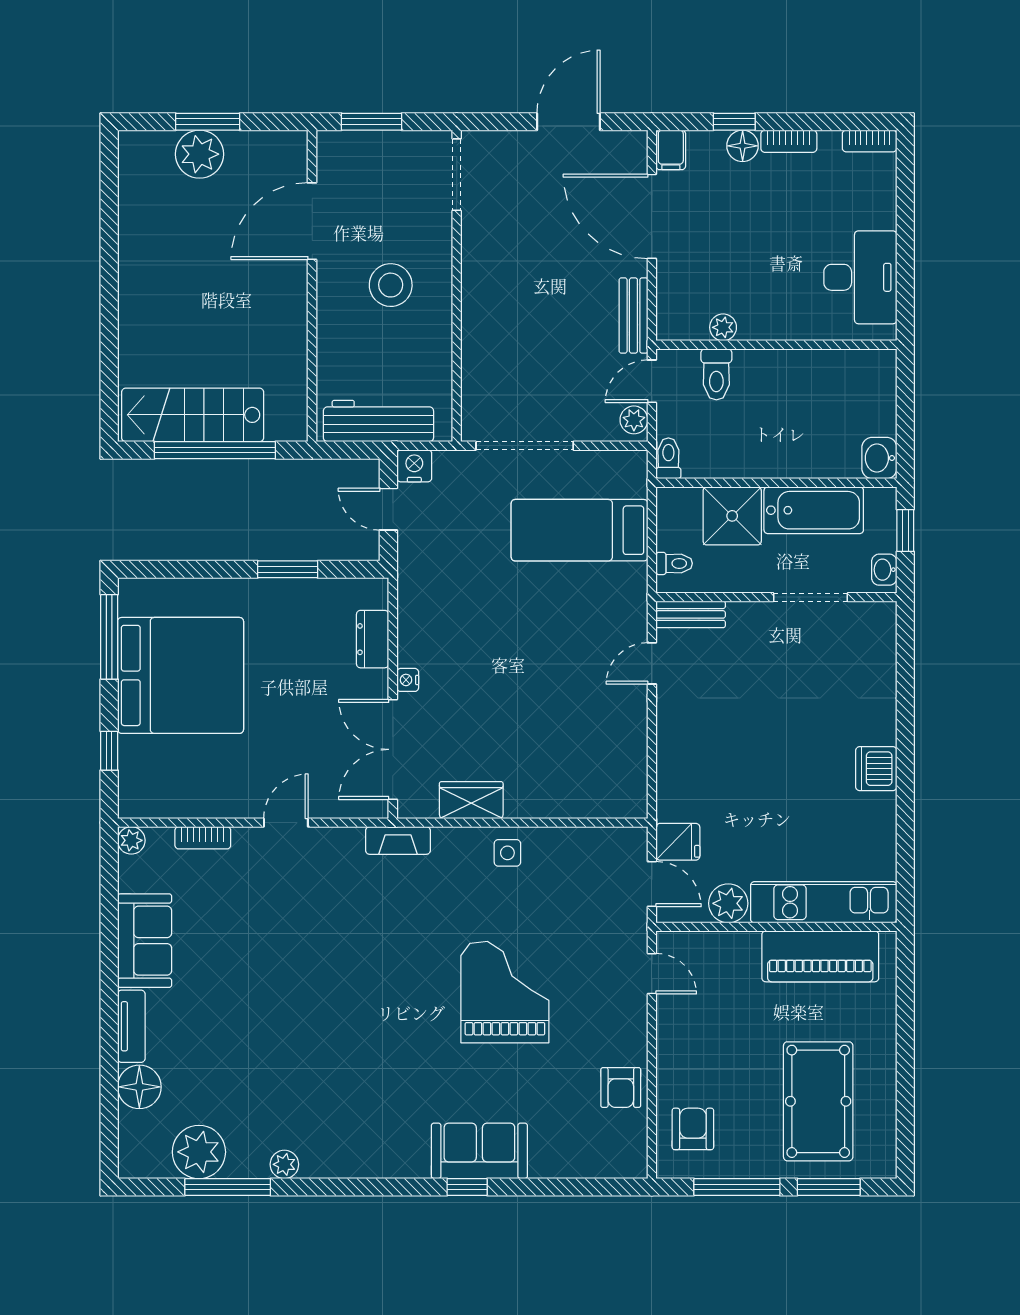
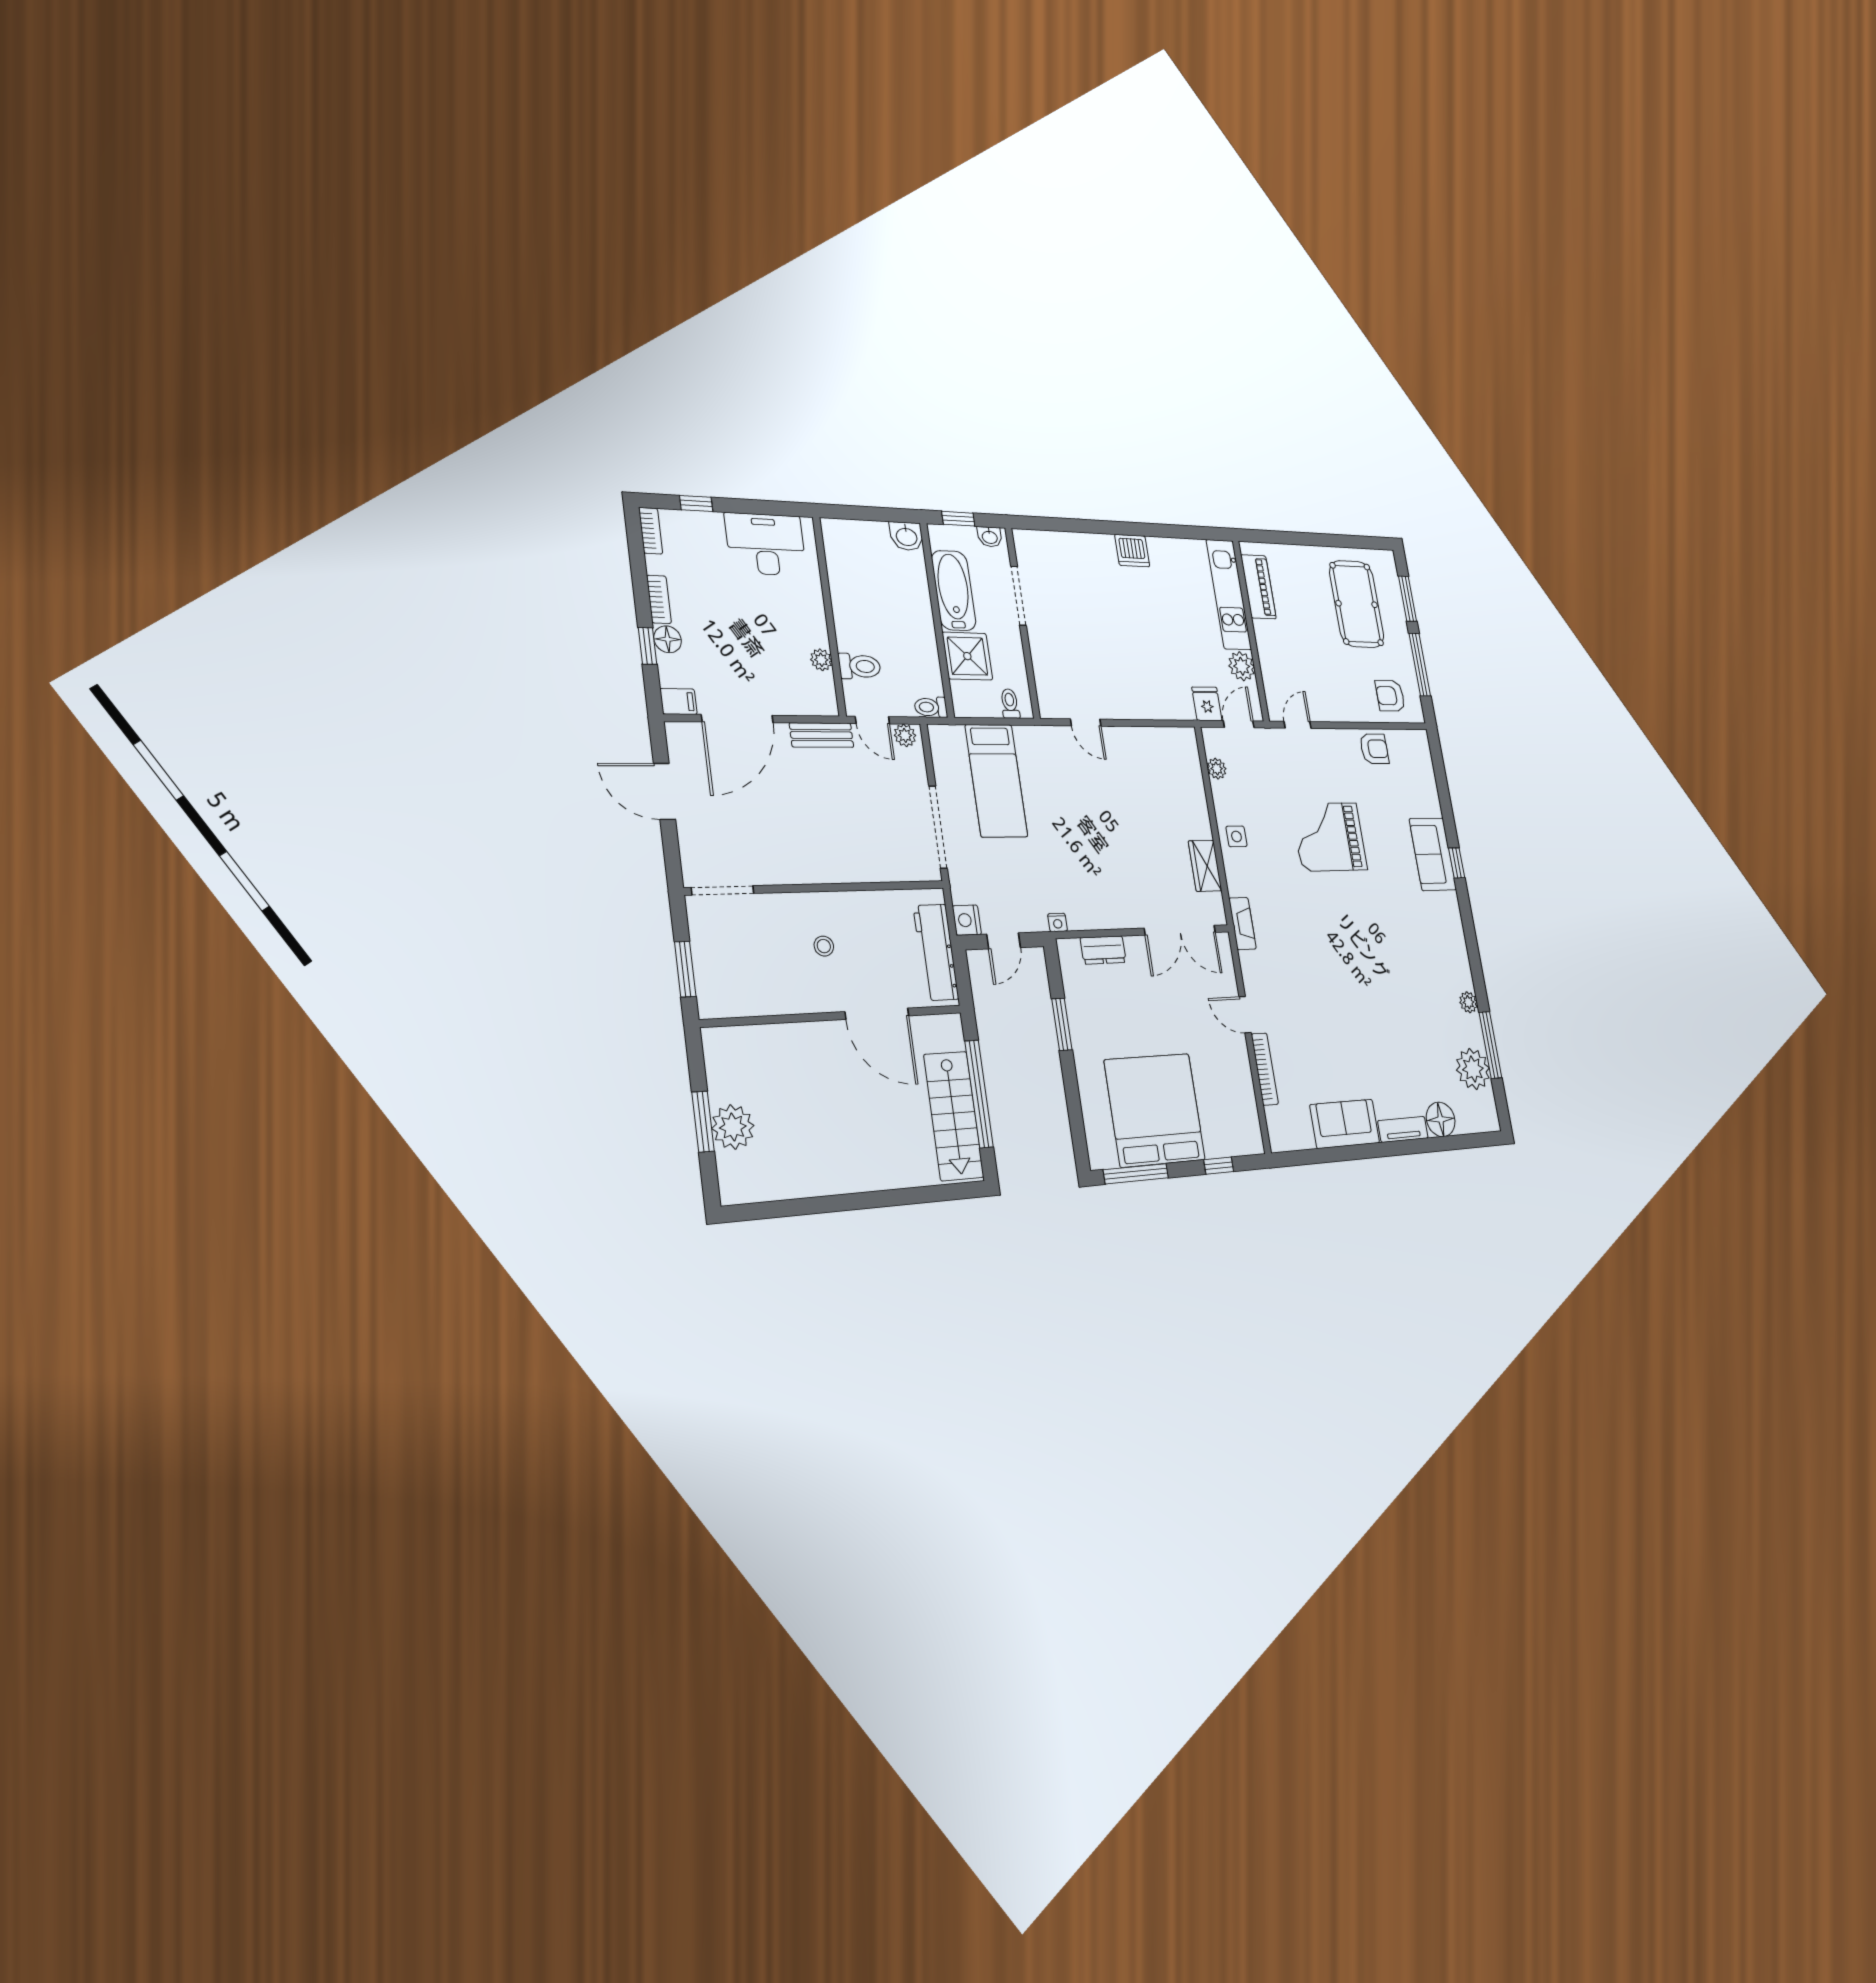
window: (905, 199) -> (696, 503), added
door: (312, 221) -> (877, 1014), moved
stool: (391, 285) -> (824, 946), width x0.53, depth x0.53
bench: (691, 614) -> (1045, 691), removed
nightstand: (408, 680) -> (1058, 922), moved
bookcase: (203, 838) -> (1265, 1069), width x1.56
plant: (131, 840) -> (1217, 769), moved
piano: (820, 956) -> (1258, 587), width x0.73, depth x0.75
pool table: (818, 1101) -> (1357, 604), turned 90

